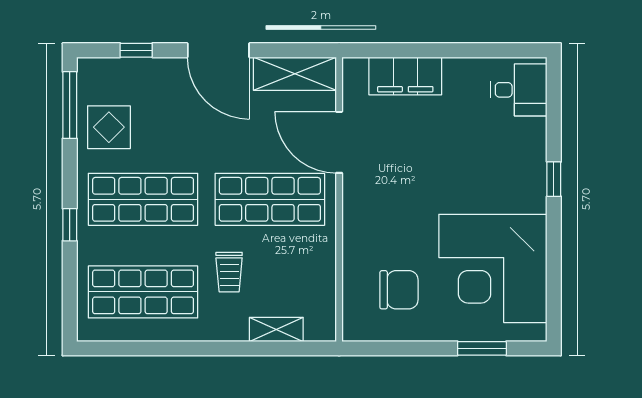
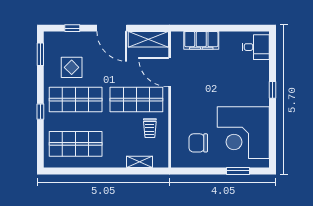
window: (70, 105) -> (40, 54), width x0.69
display table: (109, 127) -> (72, 67), moved
trolley: (229, 272) -> (150, 128), moved
chair: (399, 290) -> (198, 143), turned 180

